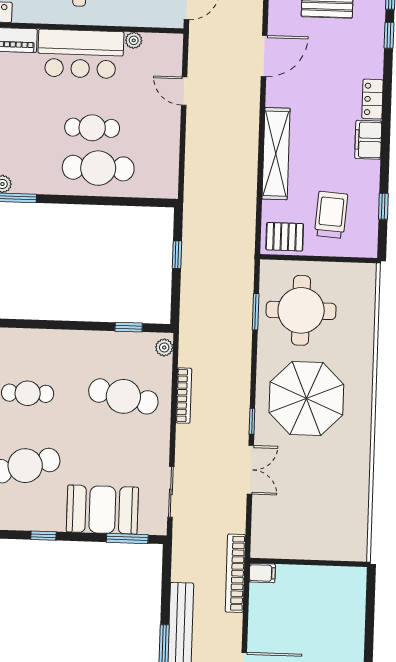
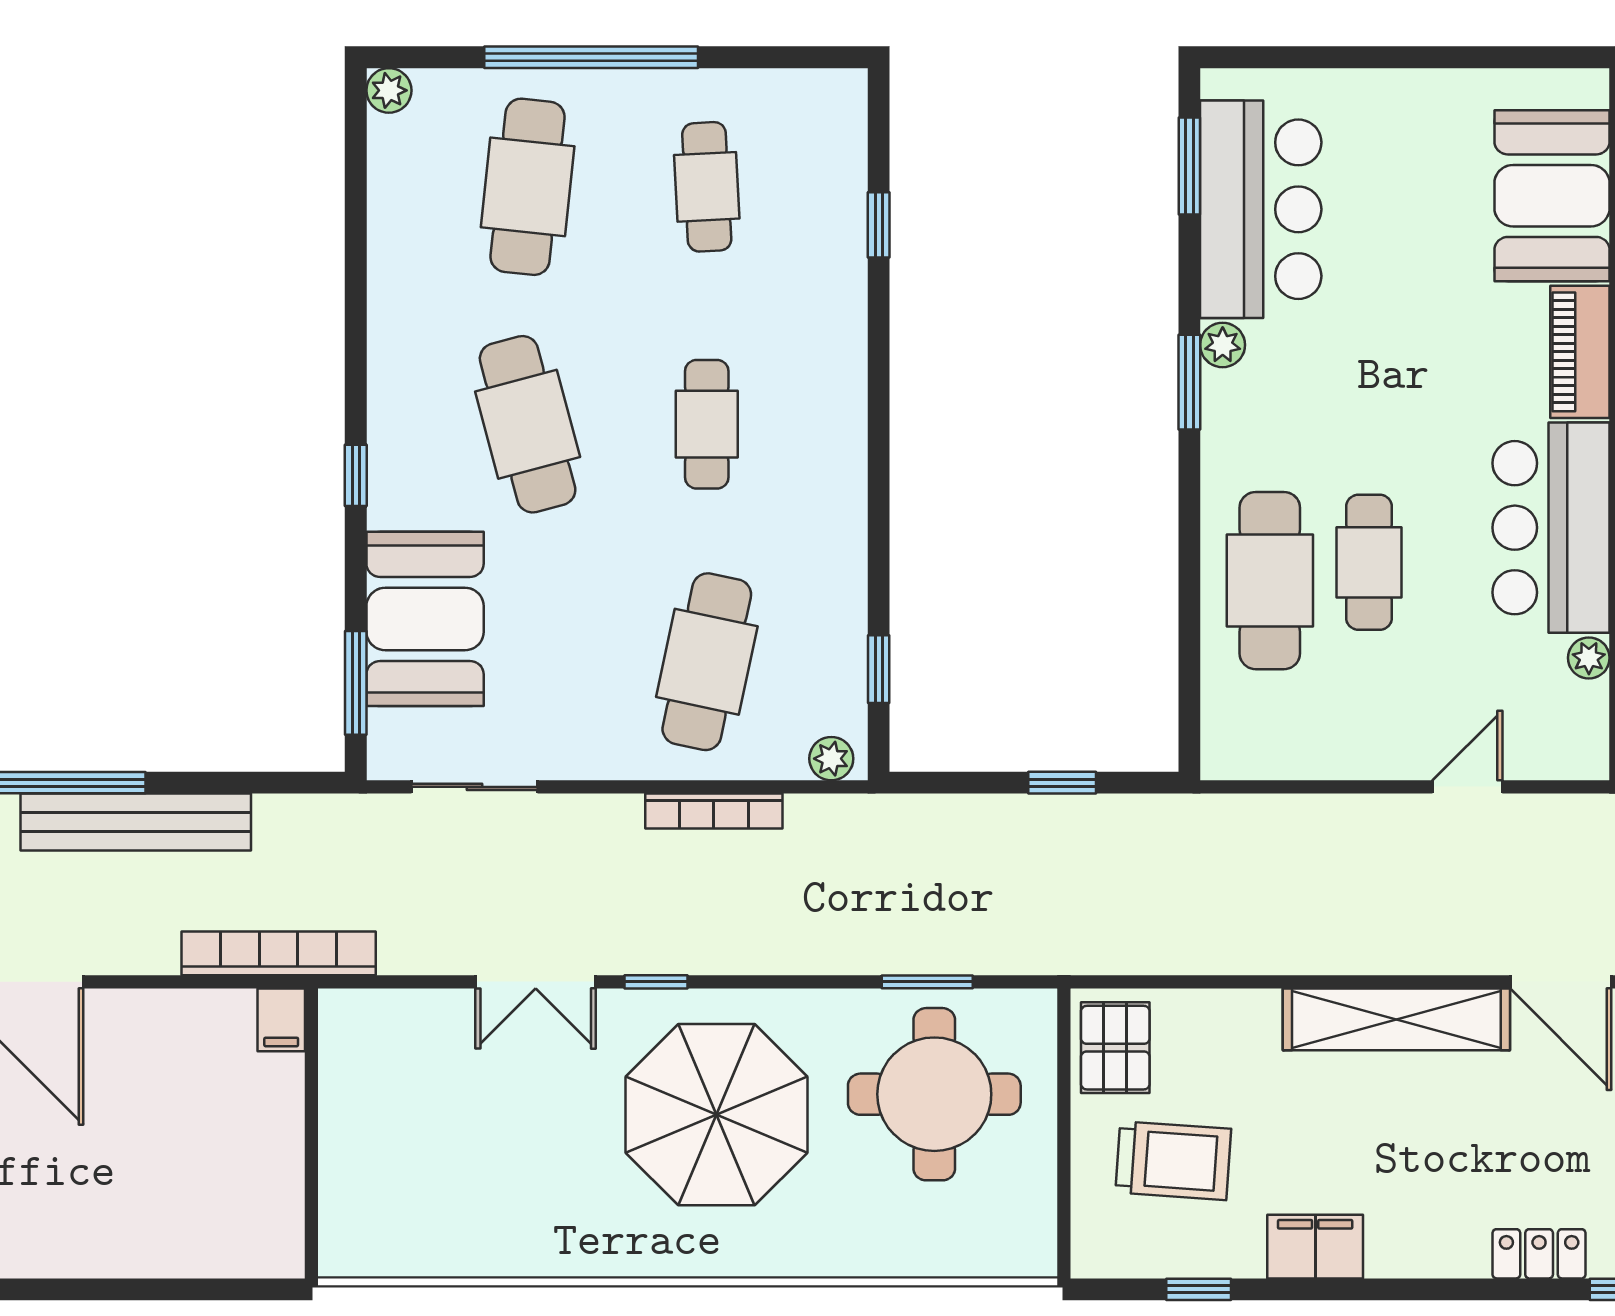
locker: (373, 99) -> (1539, 1254), moved
filing cabinet: (368, 140) -> (1315, 1247), moved
shelving: (276, 154) -> (1396, 1019), moved

